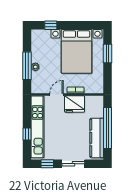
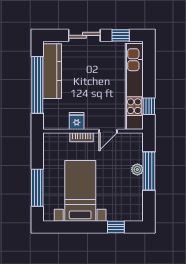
bed with nightstands: (76, 51) -> (80, 191), width x0.73
window: (108, 54) -> (37, 188), width x1.44
fridge: (74, 104) -> (77, 121), width x0.53, depth x0.75
window: (27, 134) -> (149, 106), moved

